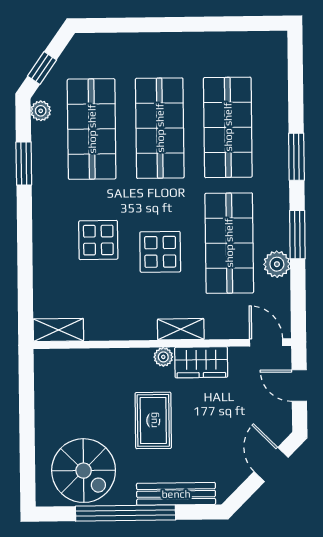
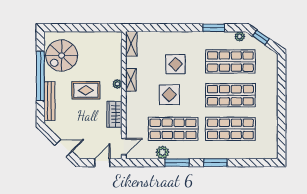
shelving: (181, 329) -> (131, 80), moved
plant: (163, 357) -> (117, 84), moved

